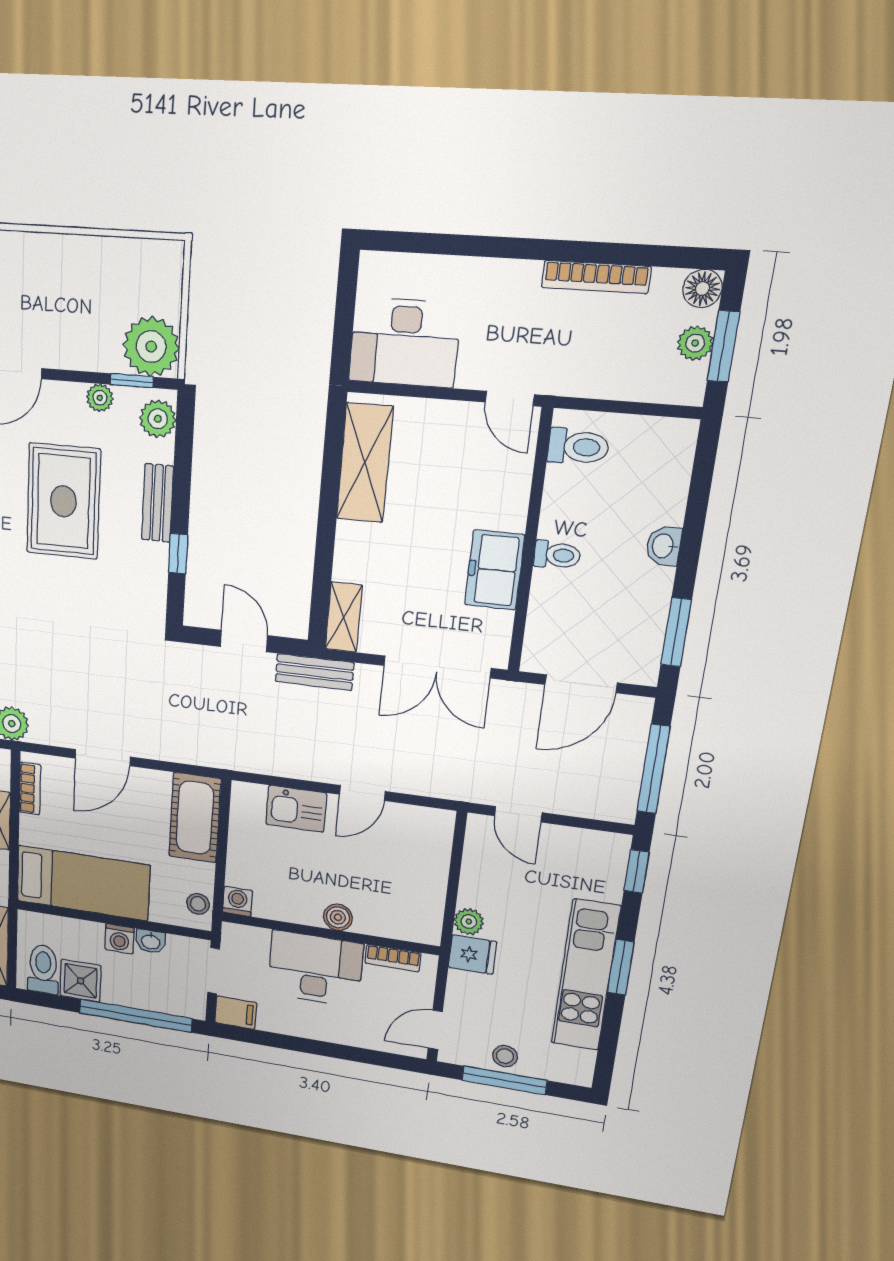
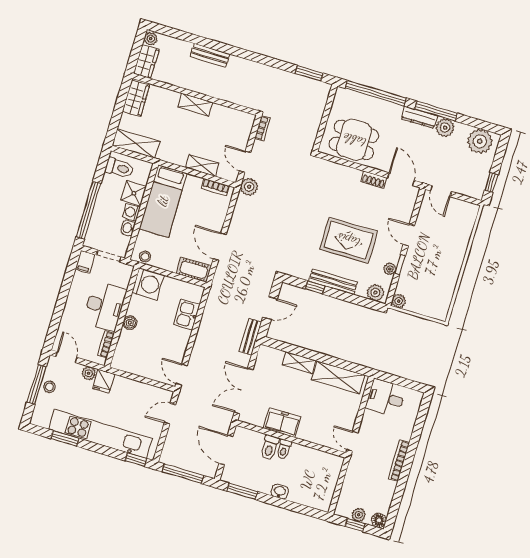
bookcase: (596, 277) -> (399, 461), moved
desk: (405, 342) -> (386, 398), width x0.73
window: (723, 346) -> (355, 525), width x0.67
plant: (151, 347) -> (399, 301), width x0.53, depth x0.53
window: (132, 381) -> (400, 264), moved
door: (510, 398) -> (352, 441), hinge flipped
toilet: (578, 447) -> (269, 448), moved
bench: (158, 503) -> (333, 282), width x1.36
shelving: (344, 617) -> (299, 363), moved
door: (103, 758) -> (220, 247), moved
door: (362, 793) -> (182, 374), moved
cot: (195, 818) -> (194, 270), width x0.73, depth x0.75
washing machine: (237, 901) -> (148, 284), width x1.89, depth x1.89
plant: (469, 922) -> (89, 373), moved
window: (621, 967) -> (65, 438), moved
kitchen unit: (586, 975) -> (101, 434), width x1.36
shower: (81, 981) -> (134, 193), moved

